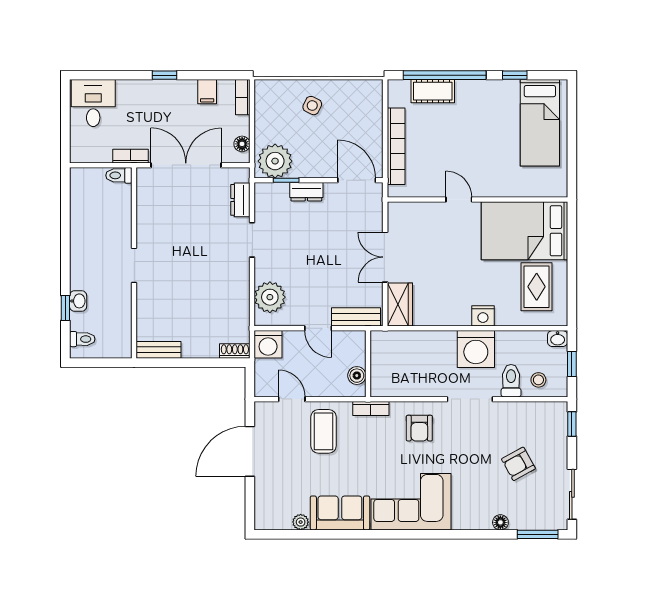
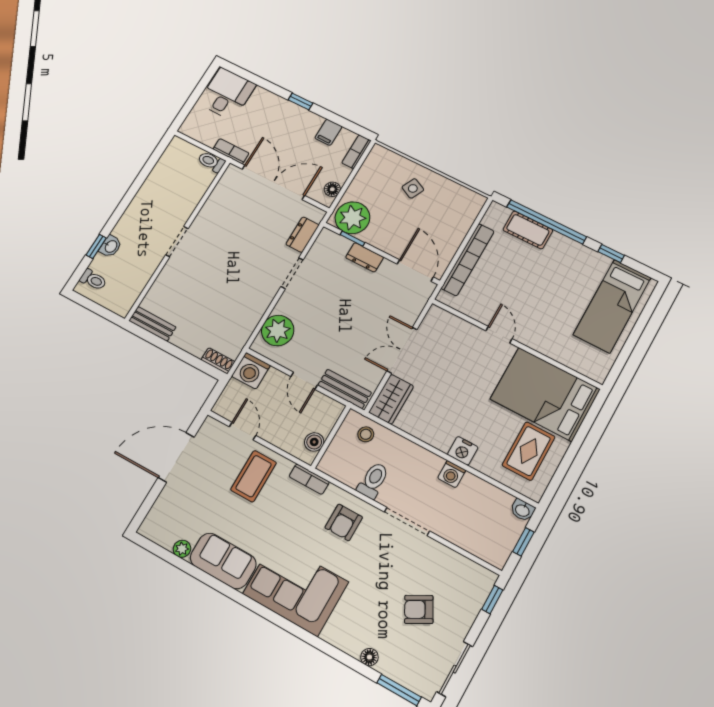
washing machine: (476, 349) -> (452, 474), width x0.53, depth x0.53
stool: (538, 380) -> (366, 434), moved
toilet: (511, 381) -> (373, 480), moved

